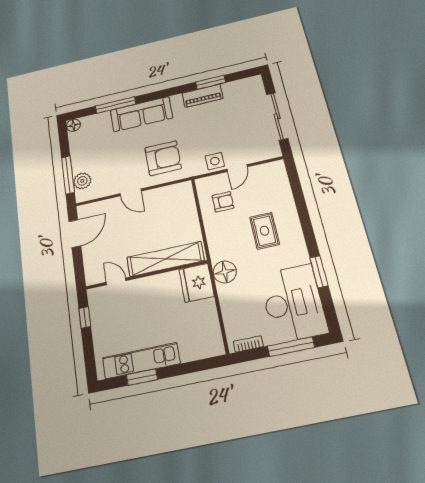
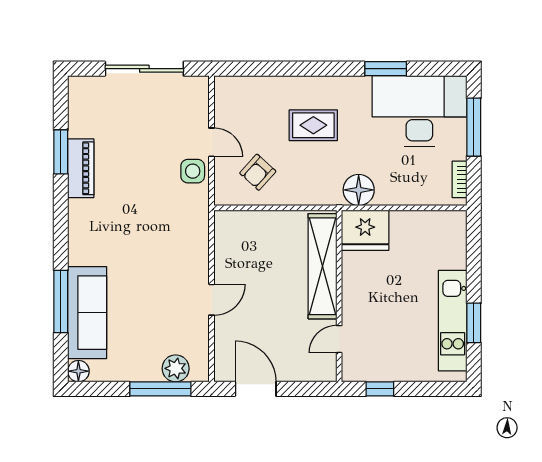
sofa: (141, 114) -> (87, 313), moved
armchair: (163, 158) -> (169, 244), removed
armchair: (223, 202) -> (258, 172), turned -138

